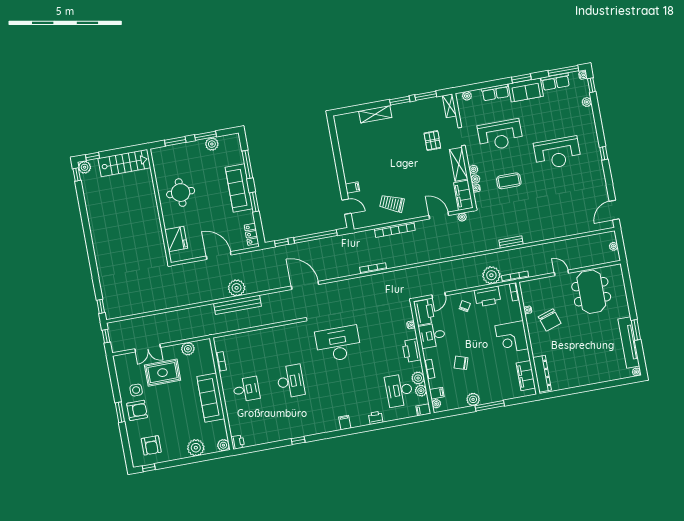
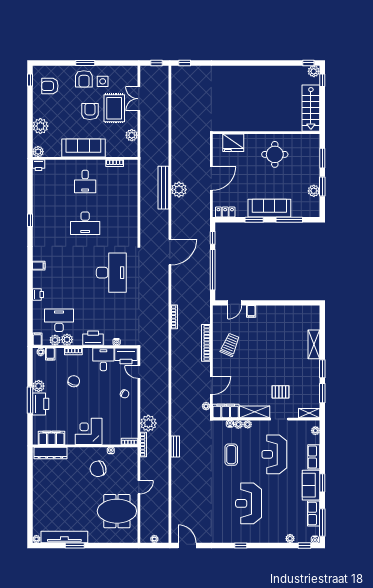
printer: (488, 296) -> (41, 404), moved, turned 180
armchair: (171, 398) -> (90, 111), added

